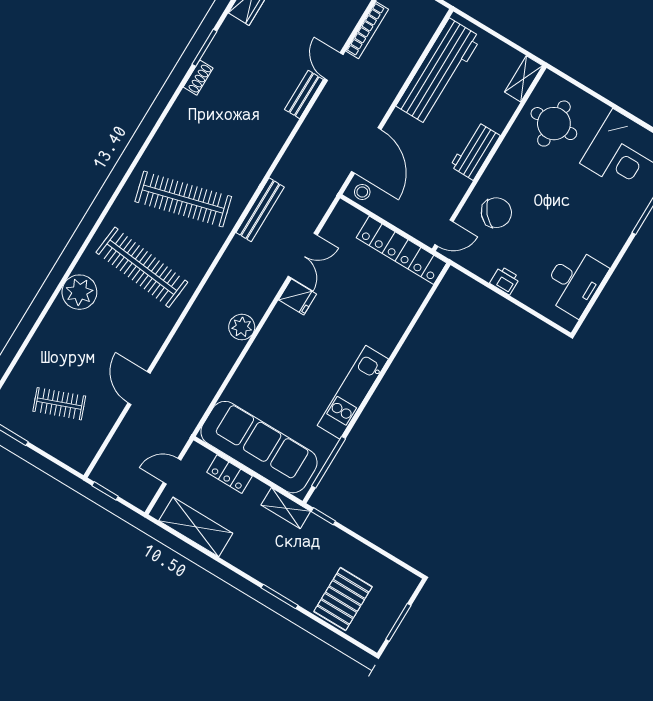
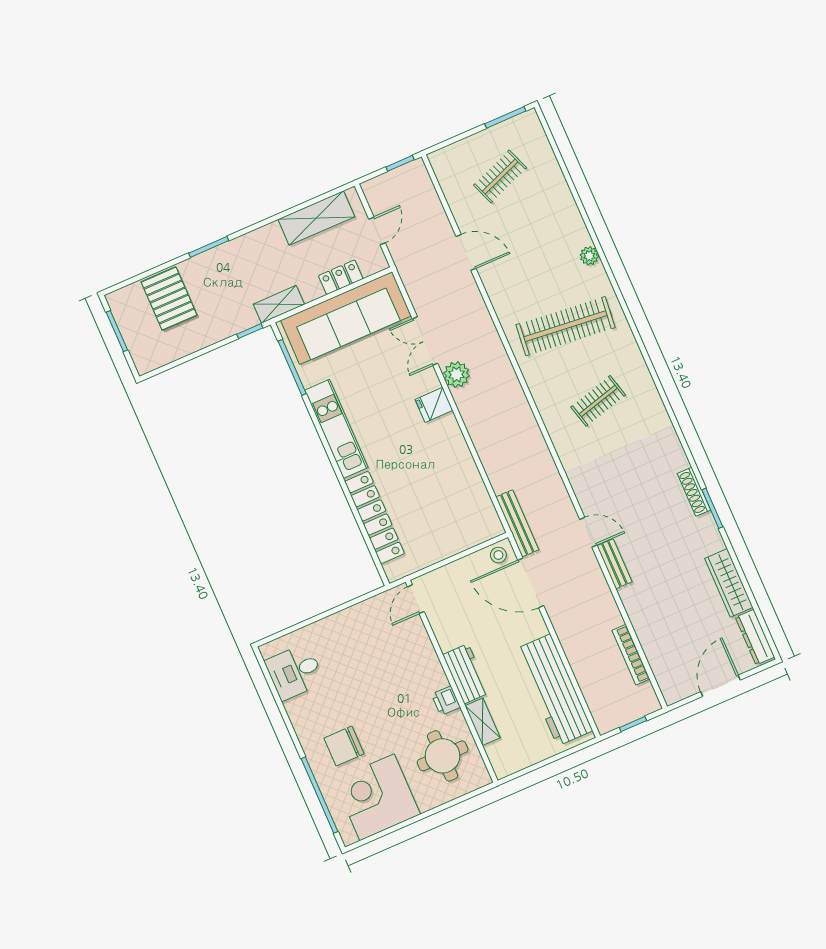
door: (334, 67) -> (588, 532), moved
shoe rack: (198, 78) -> (694, 492), width x1.43
shelving: (524, 79) -> (483, 722), moved
clothes rail: (183, 199) -> (598, 401), width x0.54, depth x0.76
bench: (260, 210) -> (517, 523), moved
chair: (496, 213) -> (344, 746), moved, turned 41
locker: (401, 250) -> (375, 517), moved, turned 90
double door: (303, 256) -> (425, 341), moved
printer: (505, 280) -> (446, 701), moved, turned 90
desk: (574, 282) -> (295, 672), width x0.73
plant: (79, 292) -> (589, 256), width x0.53, depth x0.53
fridge: (298, 297) -> (434, 405), moved

